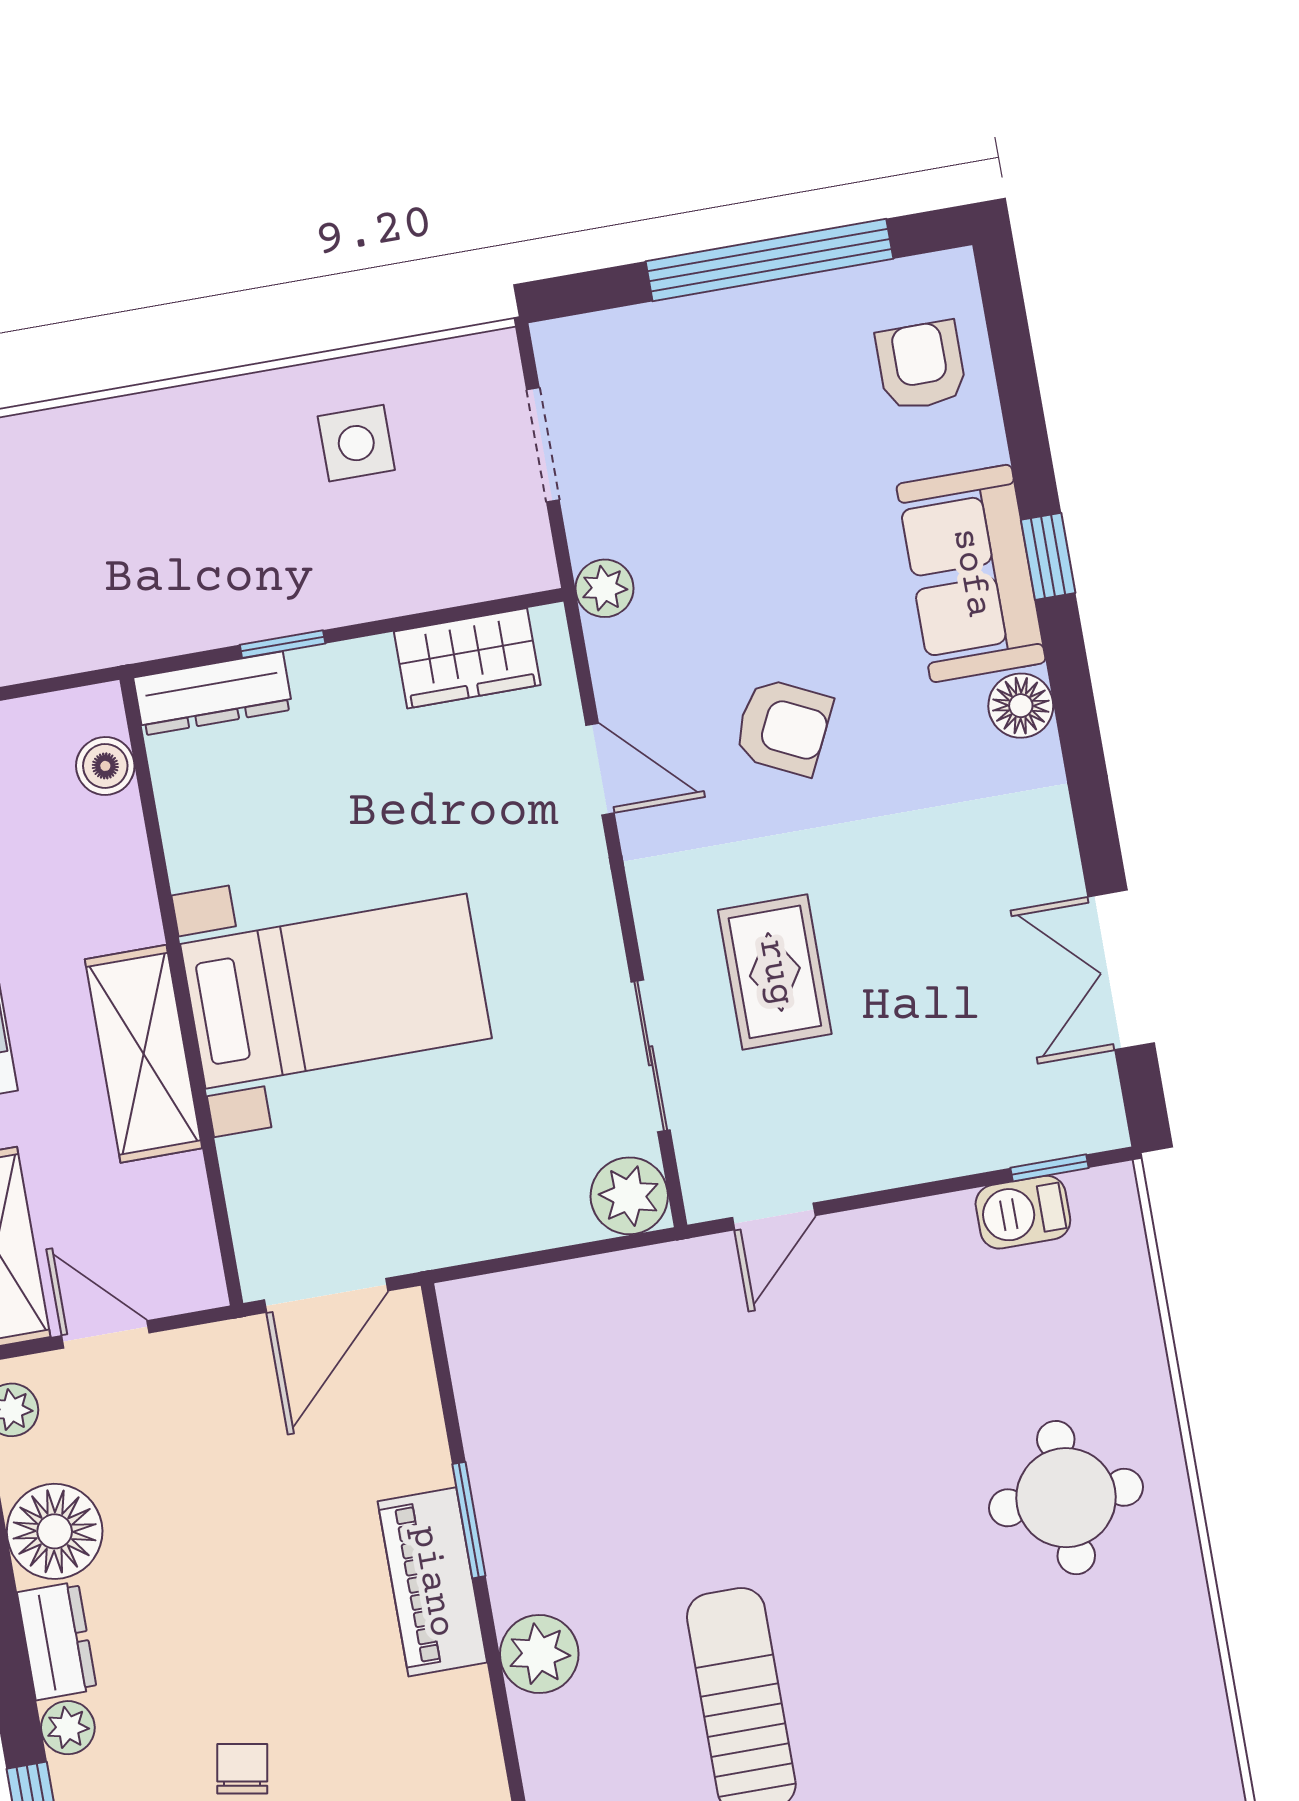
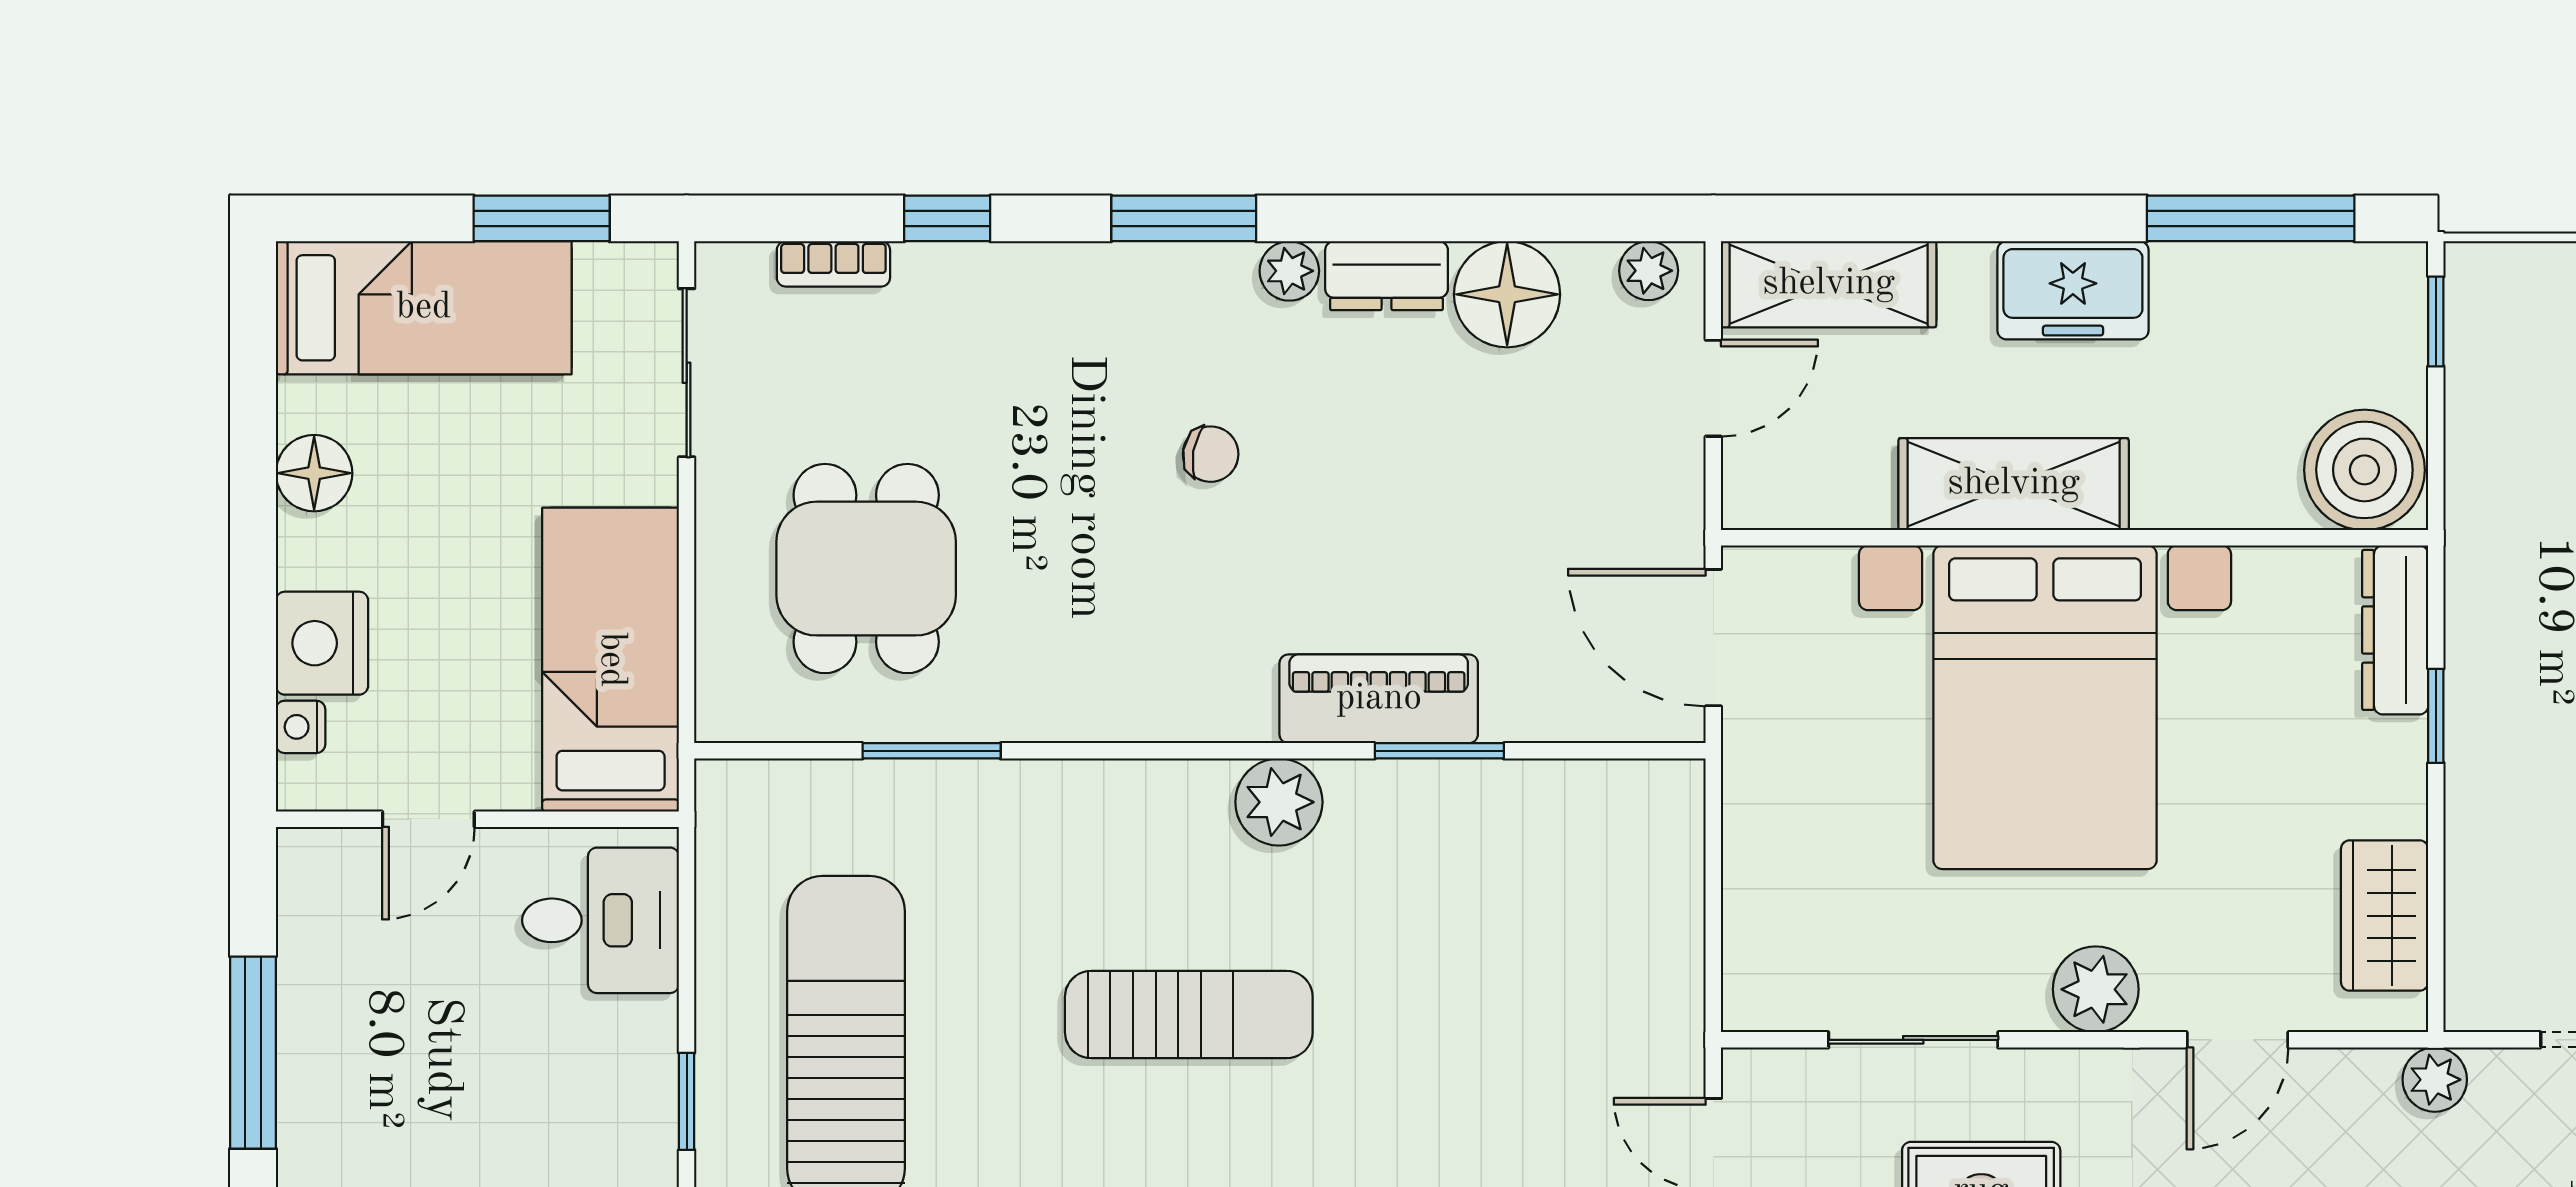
boiler: (105, 766) -> (2364, 470), width x1.86, depth x1.86
bed with nightstands: (336, 991) -> (2045, 707), width x1.36
plant: (629, 1196) -> (2096, 989), moved

